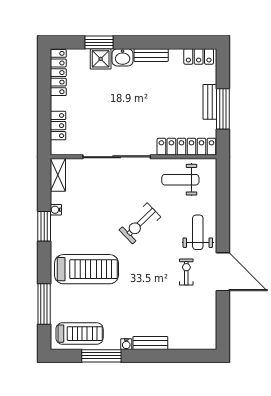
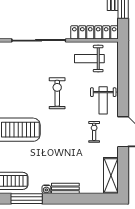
exercise bike: (140, 223) -> (57, 93), turned 134
weight bench: (198, 232) -> (103, 100), turned 180
shelving: (207, 327) -> (111, 176), added

